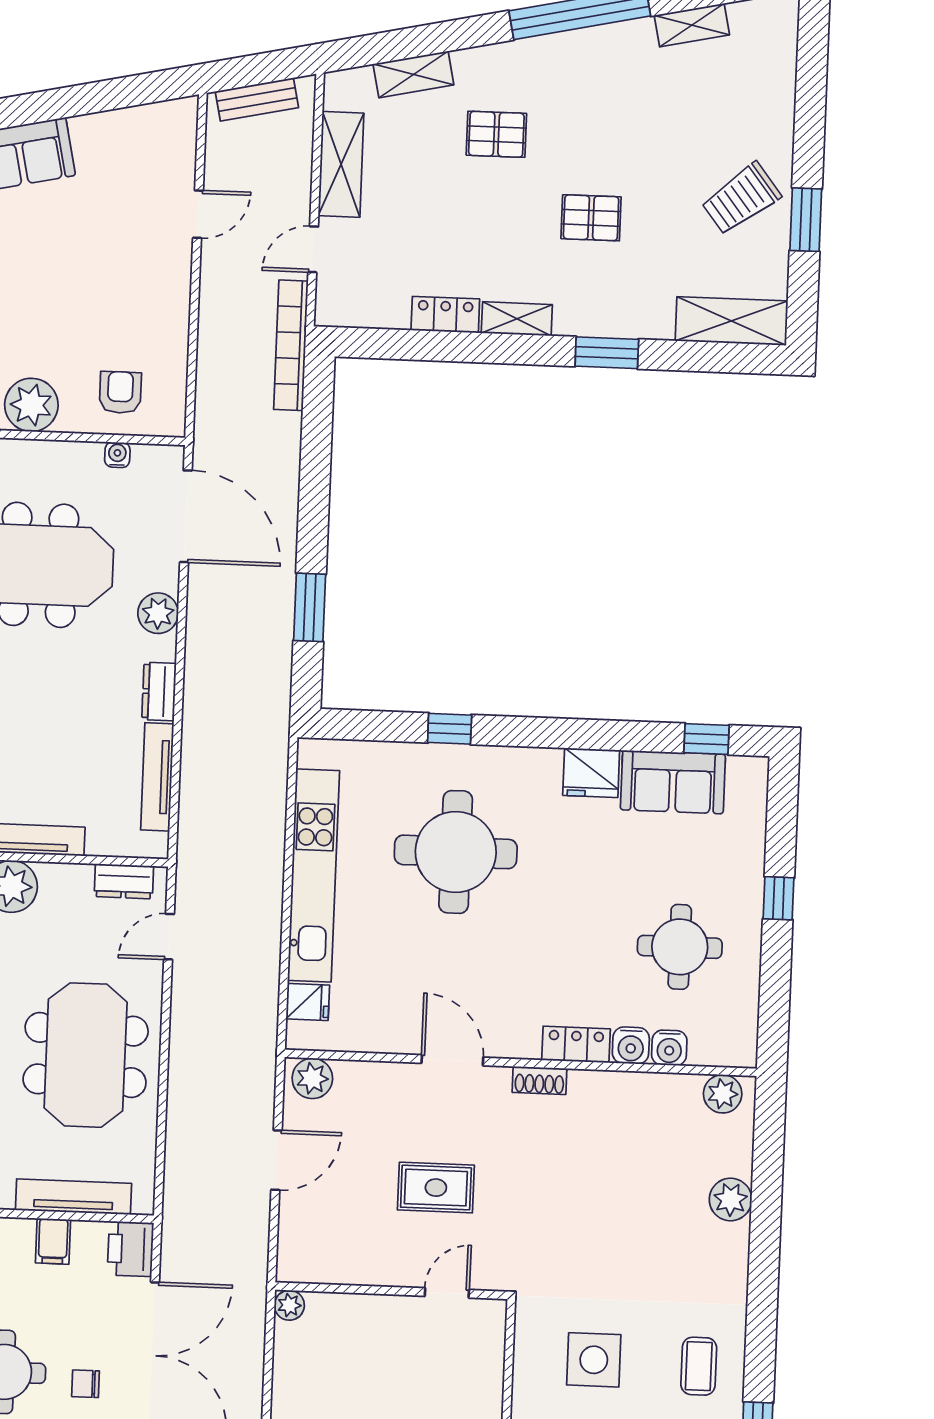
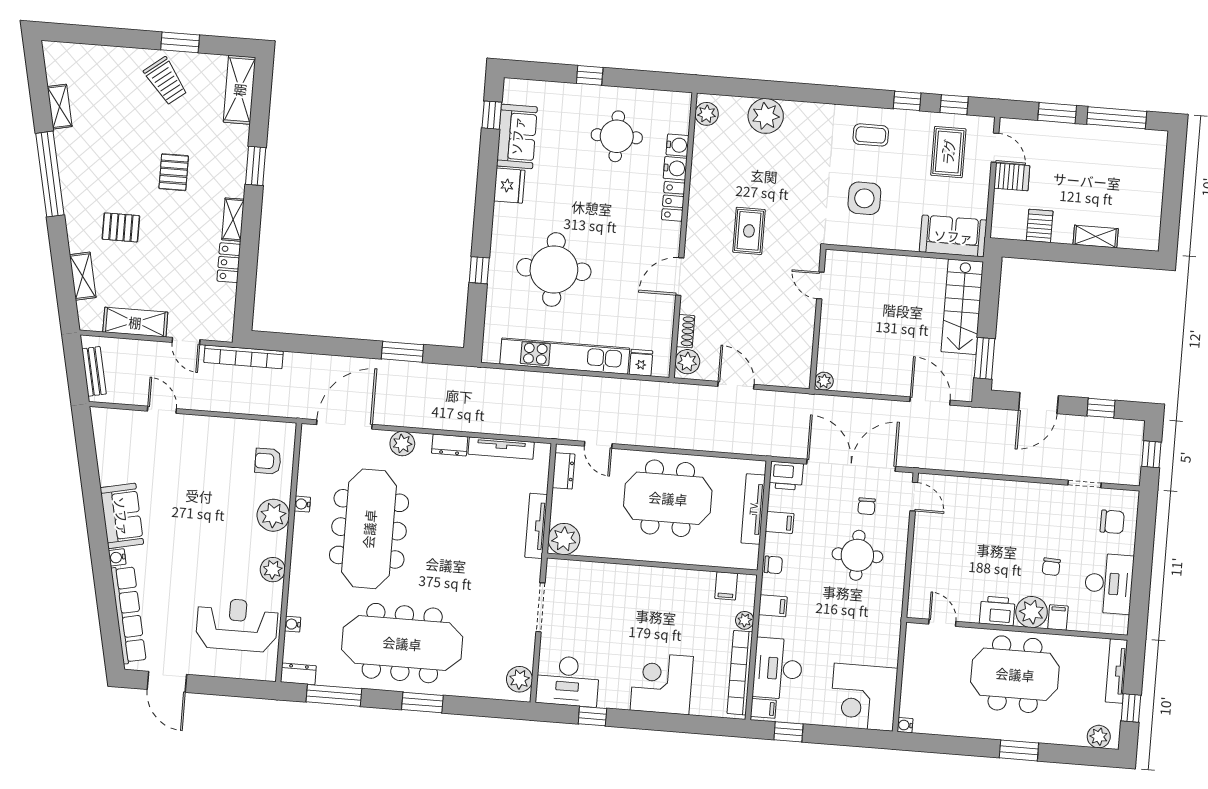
pallet: (496, 134) -> (121, 227), turned 90
water cooler: (117, 455) -> (302, 504), moved
shoe rack: (539, 1080) -> (685, 331), moved
rug: (436, 1188) -> (749, 231), moved
plant: (731, 1199) -> (766, 116), width x1.36, depth x1.36

